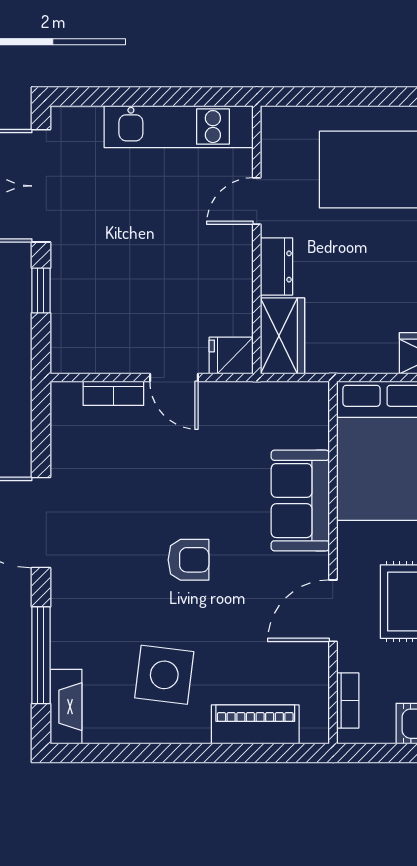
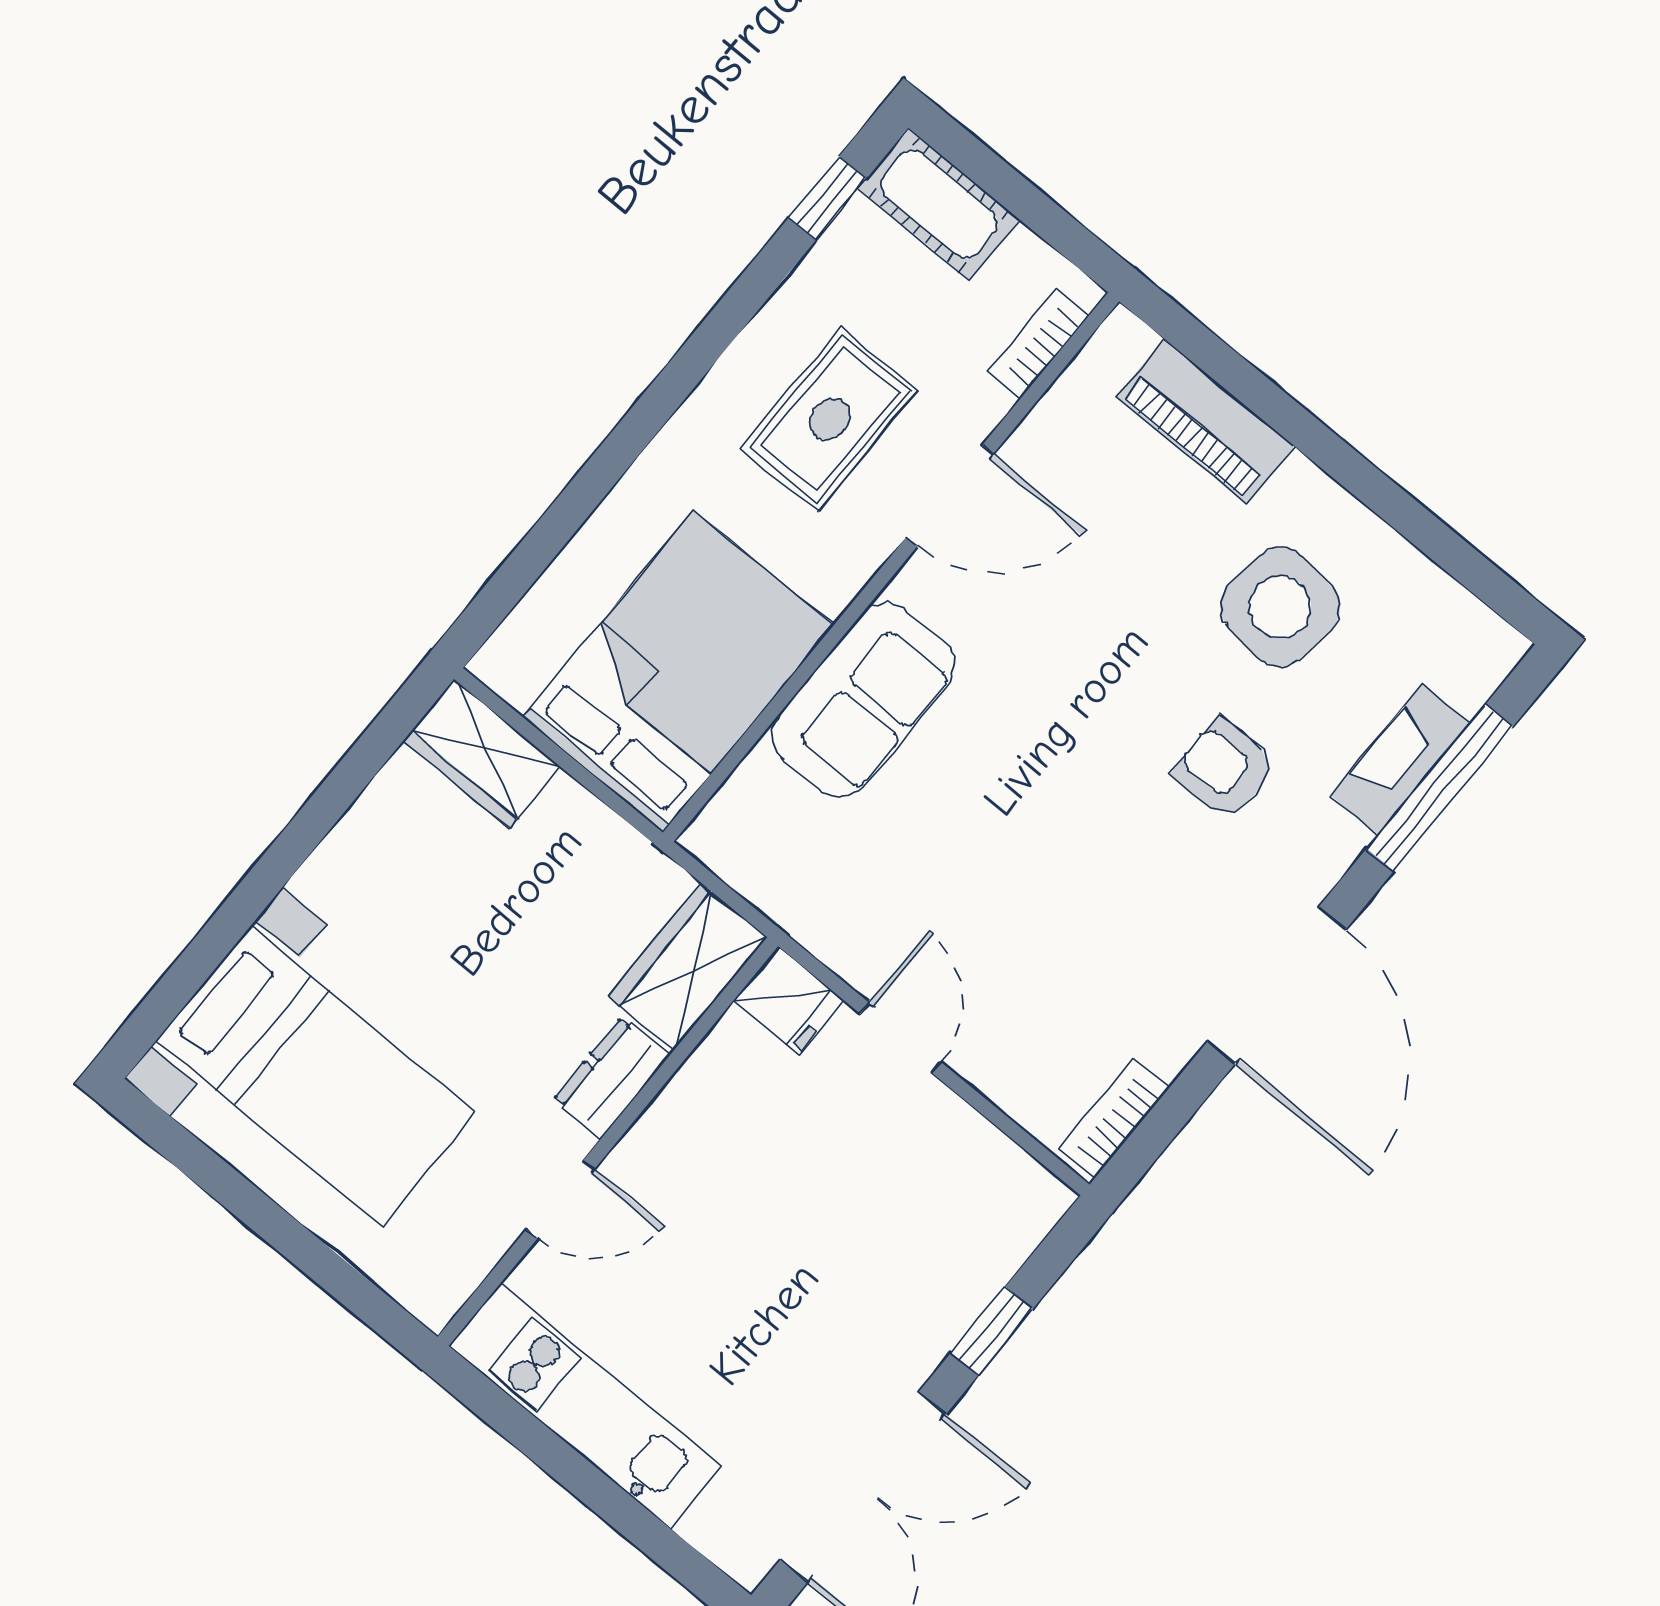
bookcase: (113, 393) -> (1114, 1118), moved, turned -90
armchair: (188, 560) -> (1225, 769), moved
fireplace: (66, 707) -> (1400, 759), moved

